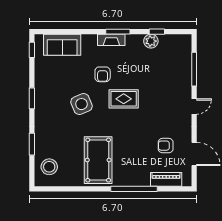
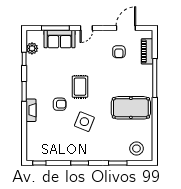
fireplace: (111, 40) -> (31, 110), moved
plant: (151, 41) -> (32, 48), moved
sofa: (62, 45) -> (60, 39), moved, turned 90
side table: (81, 104) -> (84, 122), turned 45
door: (194, 107) -> (86, 28), swing flipped

